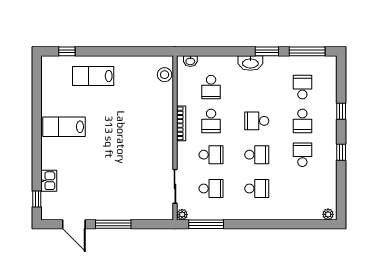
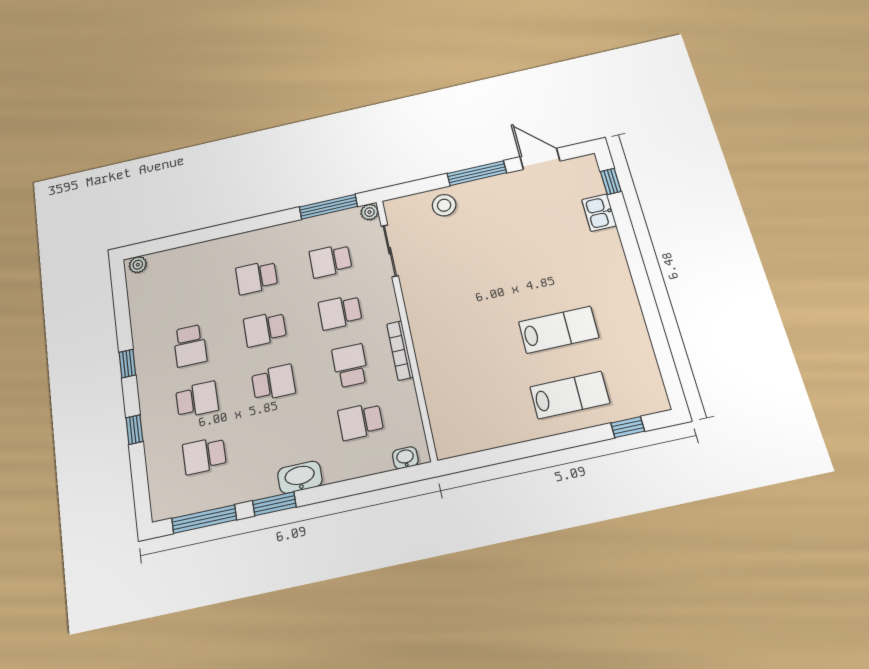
stool: (165, 75) -> (444, 205), moved
school desk: (211, 87) -> (361, 421), turned -90
school desk: (302, 87) -> (204, 456), turned 90
school desk: (302, 121) -> (197, 400), turned 90
lab bench: (64, 127) -> (559, 330), moved

